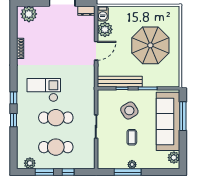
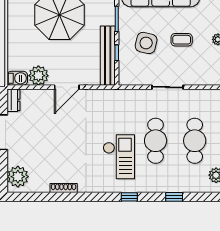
door: (96, 51) -> (67, 87), swing flipped
checkout: (44, 90) -> (119, 157), turned 180
side table: (129, 111) -> (146, 43), turned 45
window: (14, 120) -> (174, 197), moved

